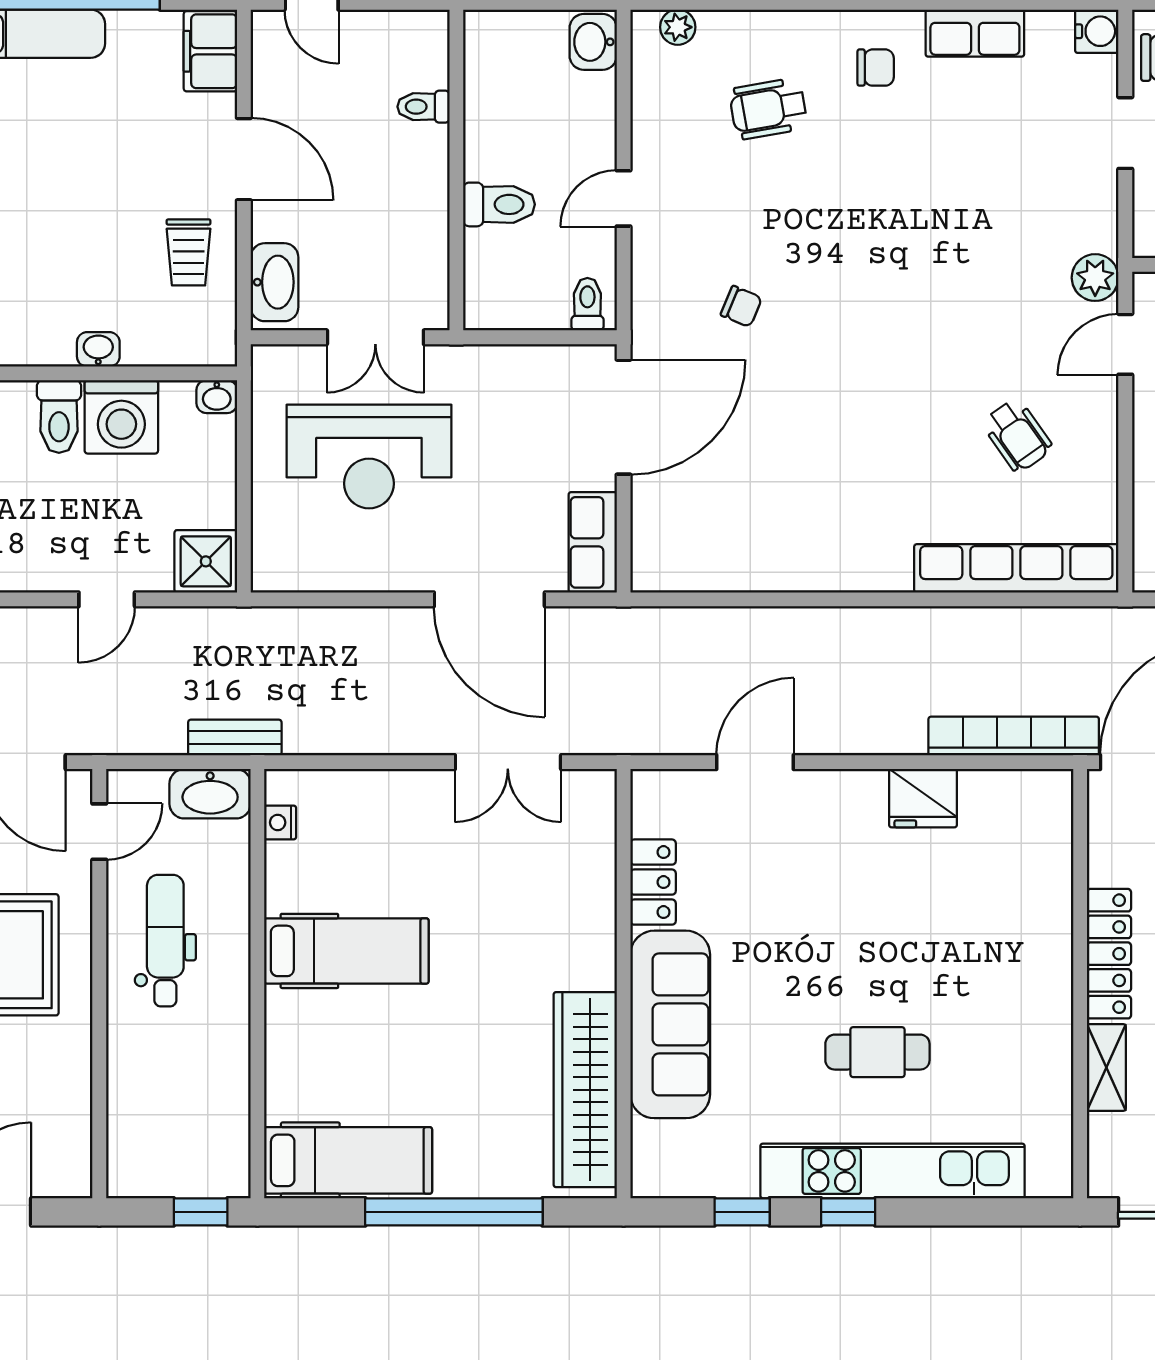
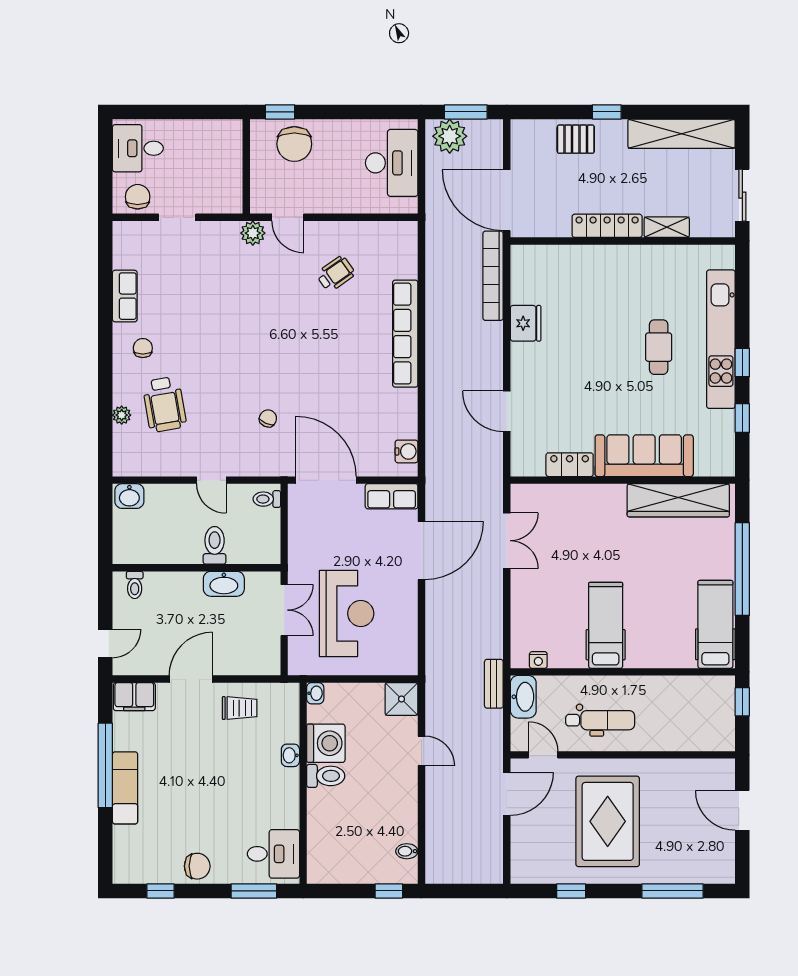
plant: (678, 27) -> (122, 415), moved
water cooler: (1097, 31) -> (407, 451), moved, turned 90
toilet: (423, 107) -> (135, 585), moved
wheelchair: (768, 109) -> (164, 404), width x1.36, depth x1.37
washbasin: (274, 282) -> (224, 584), moved, turned 180
row of seats: (1016, 568) -> (405, 334), moved
dental chair: (165, 941) -> (600, 720), turned 180

